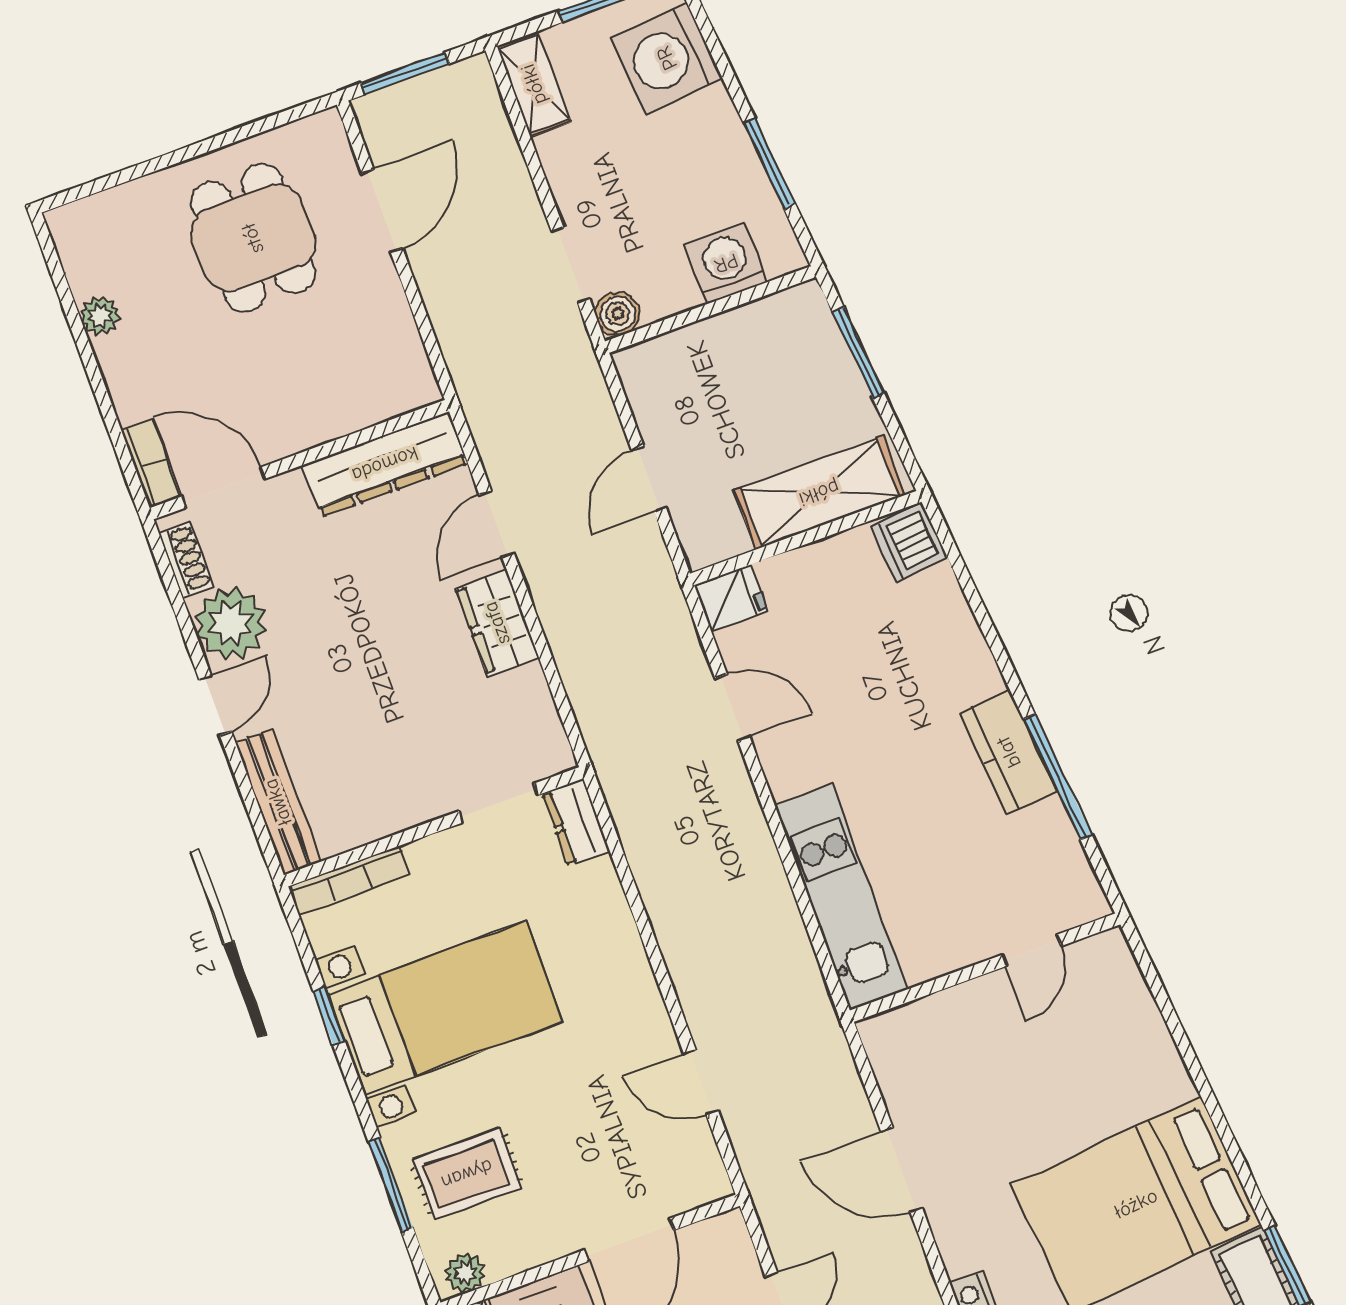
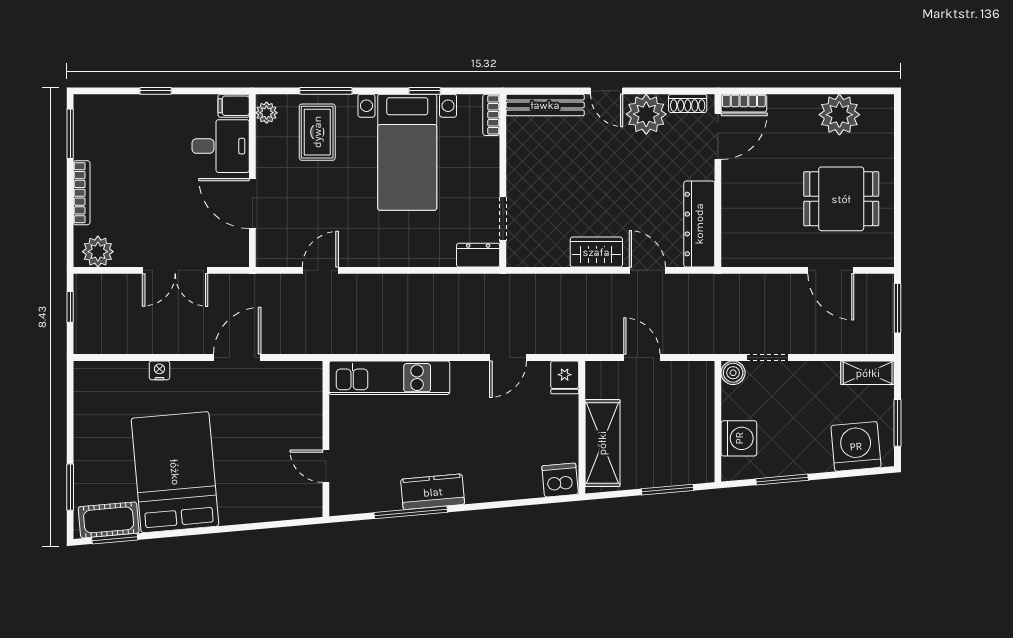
plant: (100, 316) -> (839, 115), width x1.88, depth x1.88
bookcase: (348, 880) -> (491, 115), width x0.64

